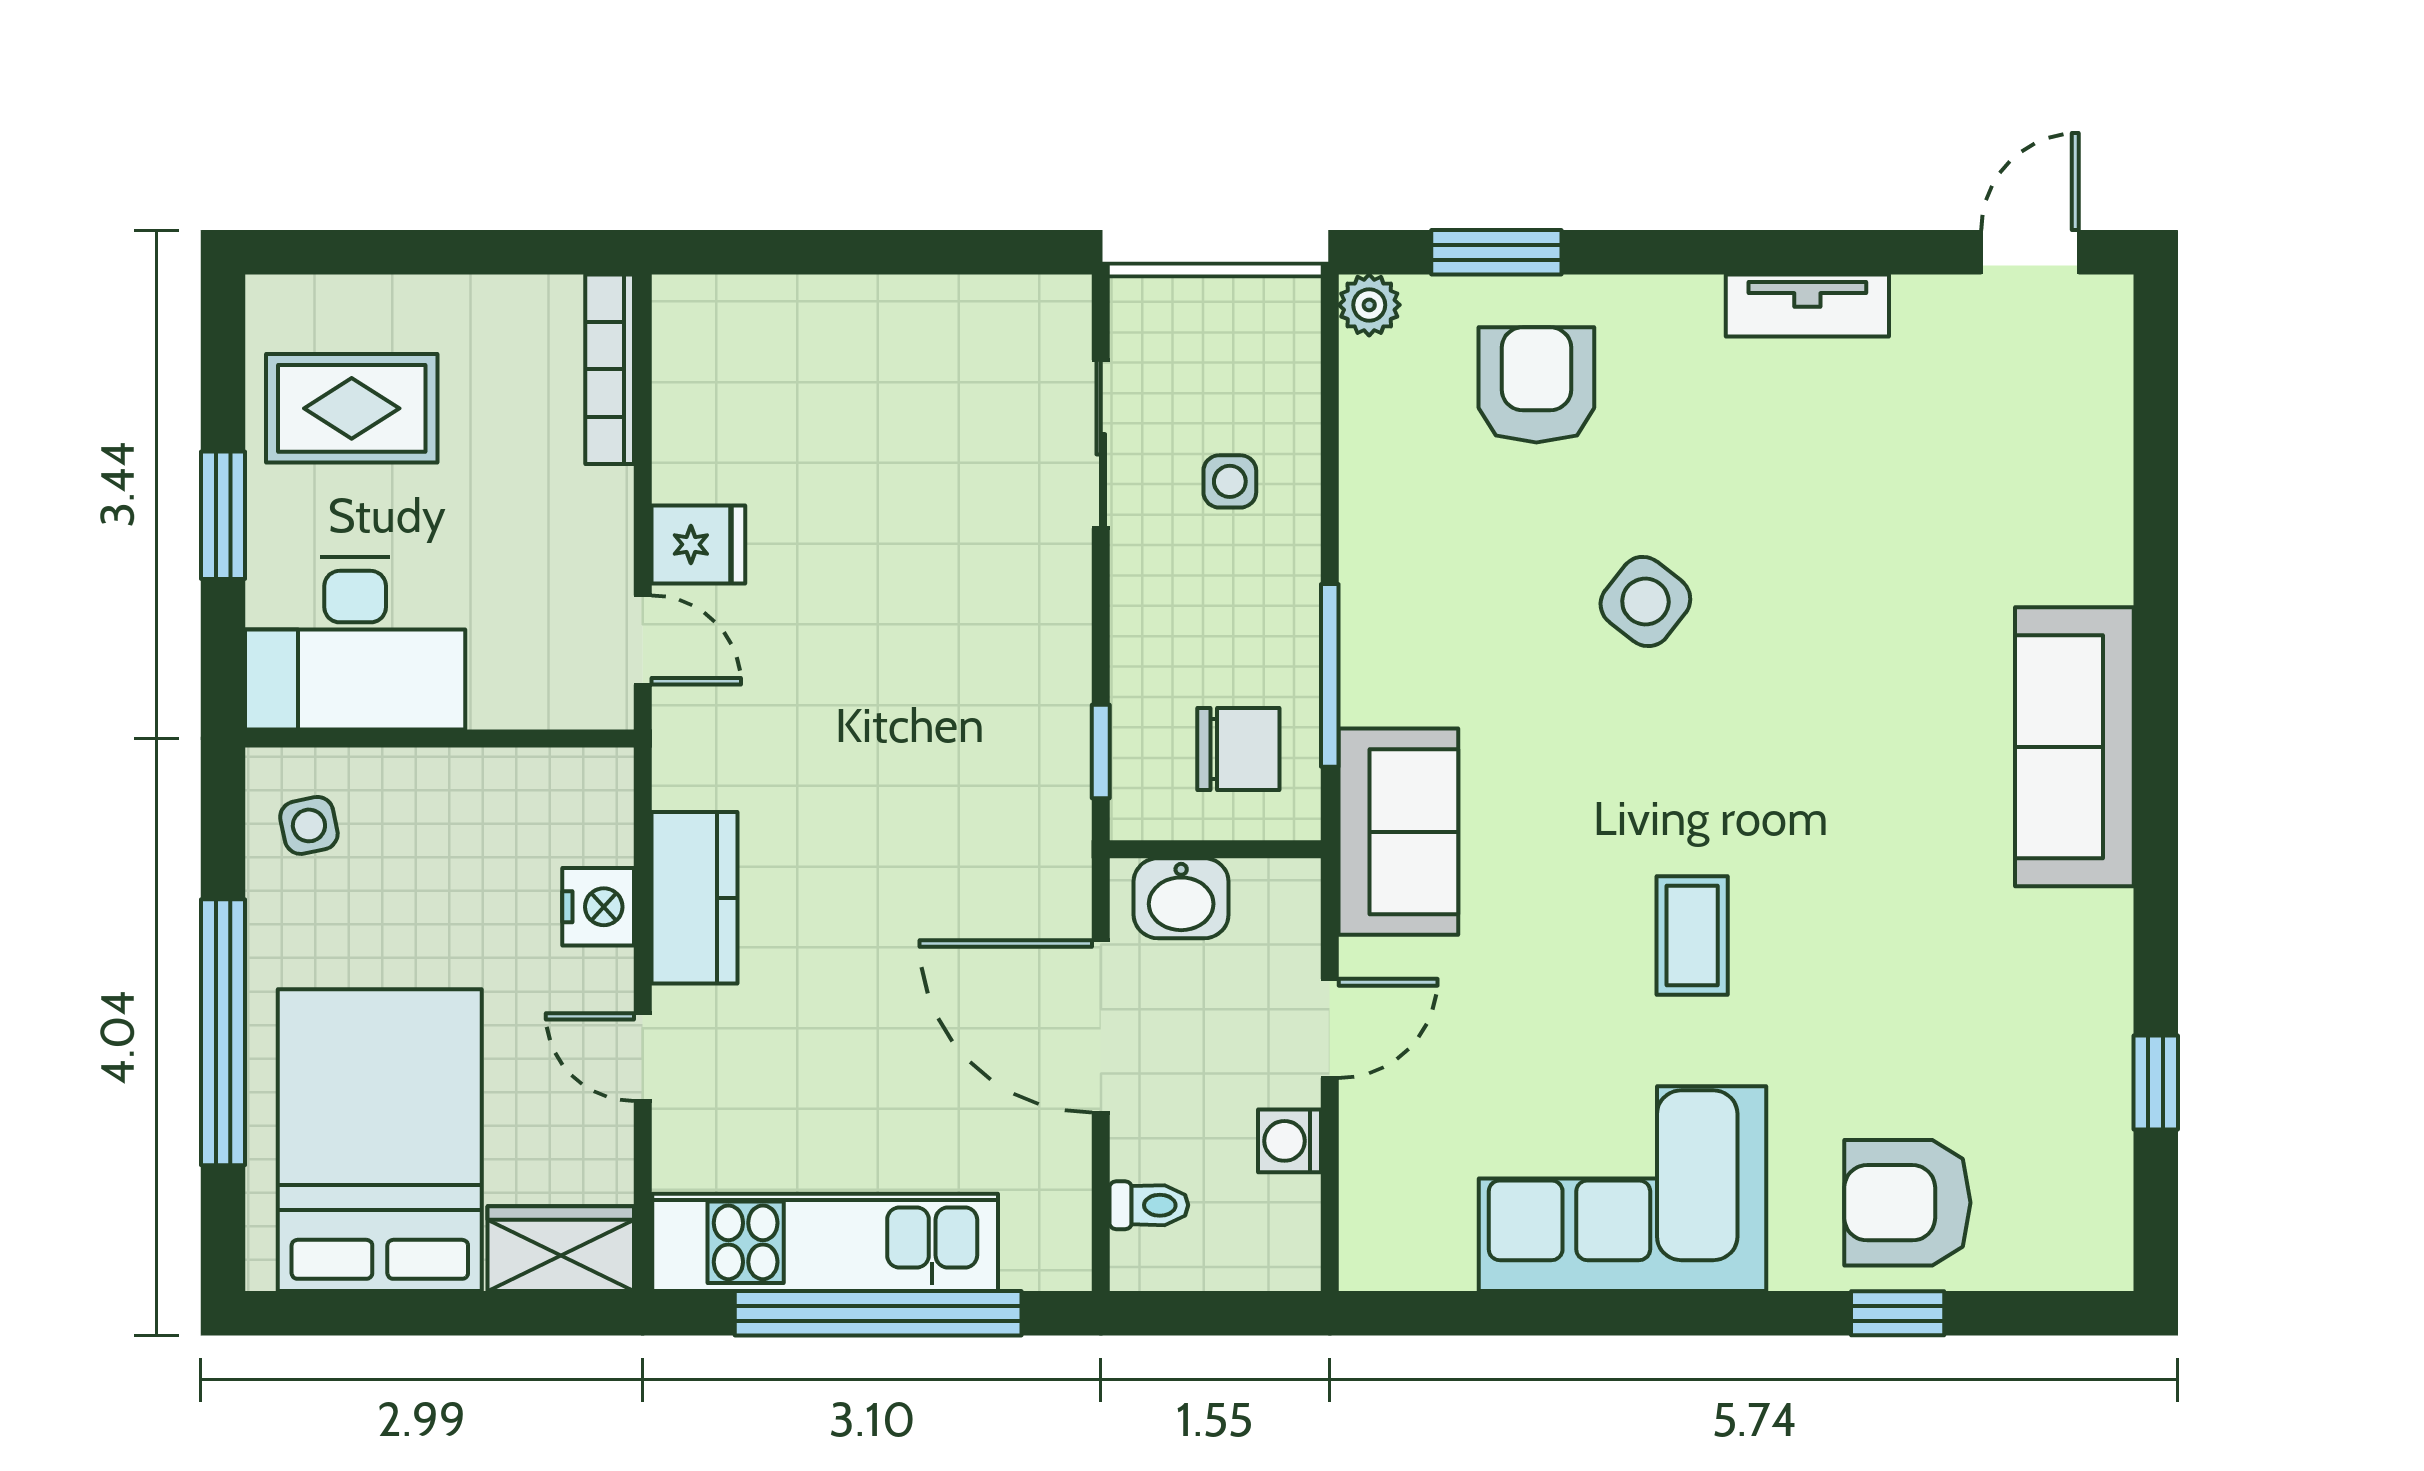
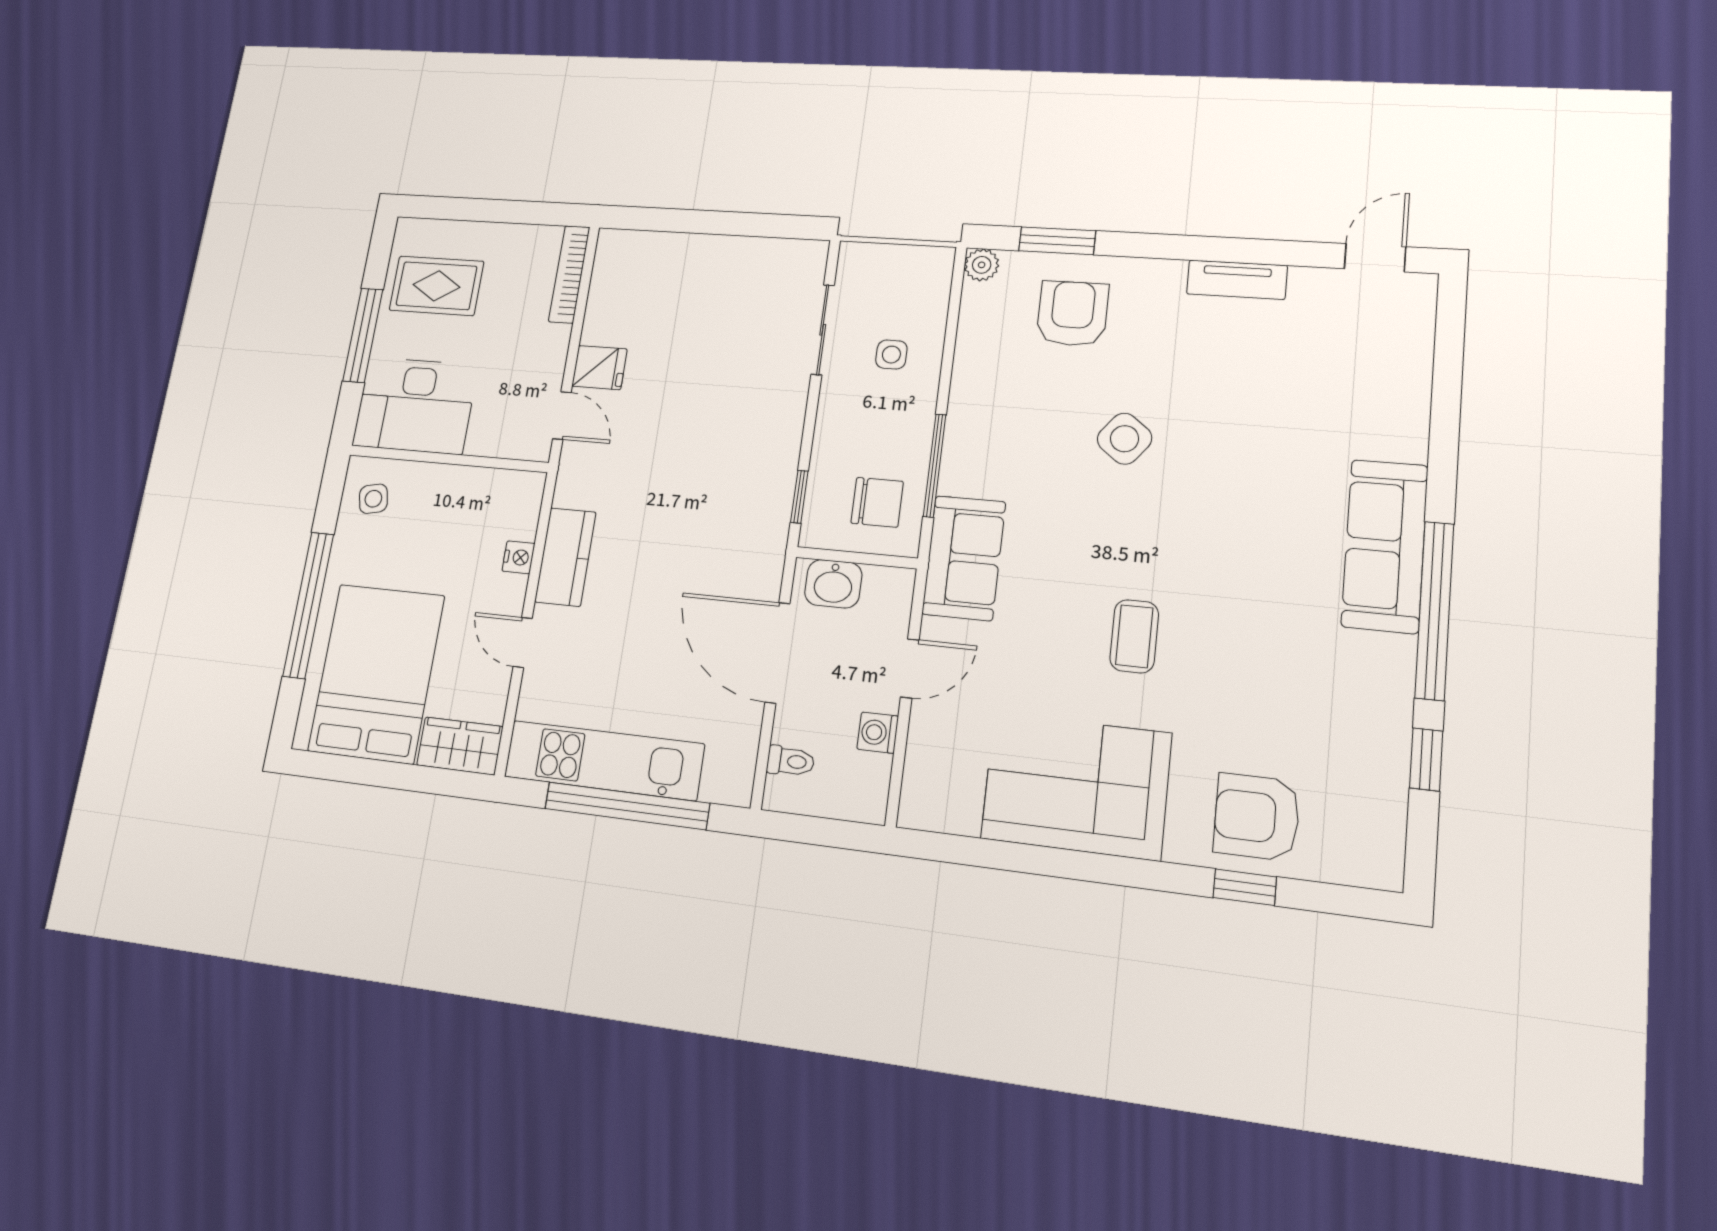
window: (223, 515) -> (363, 335), width x1.44
window: (2156, 845) -> (1434, 610), added
nightstand: (598, 907) -> (518, 557), width x0.72, depth x0.74

